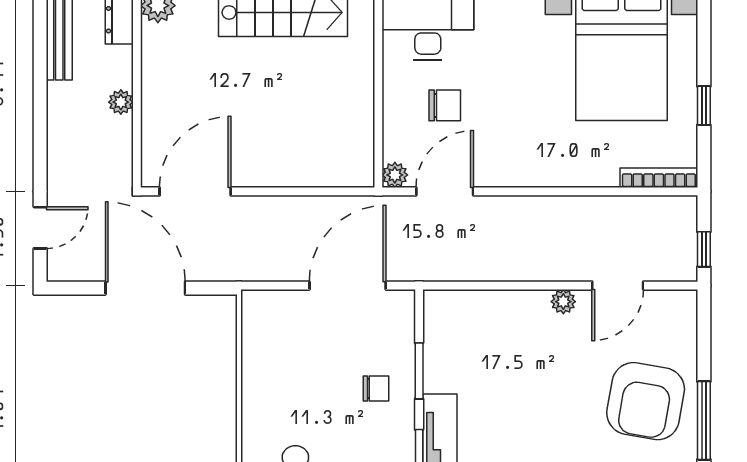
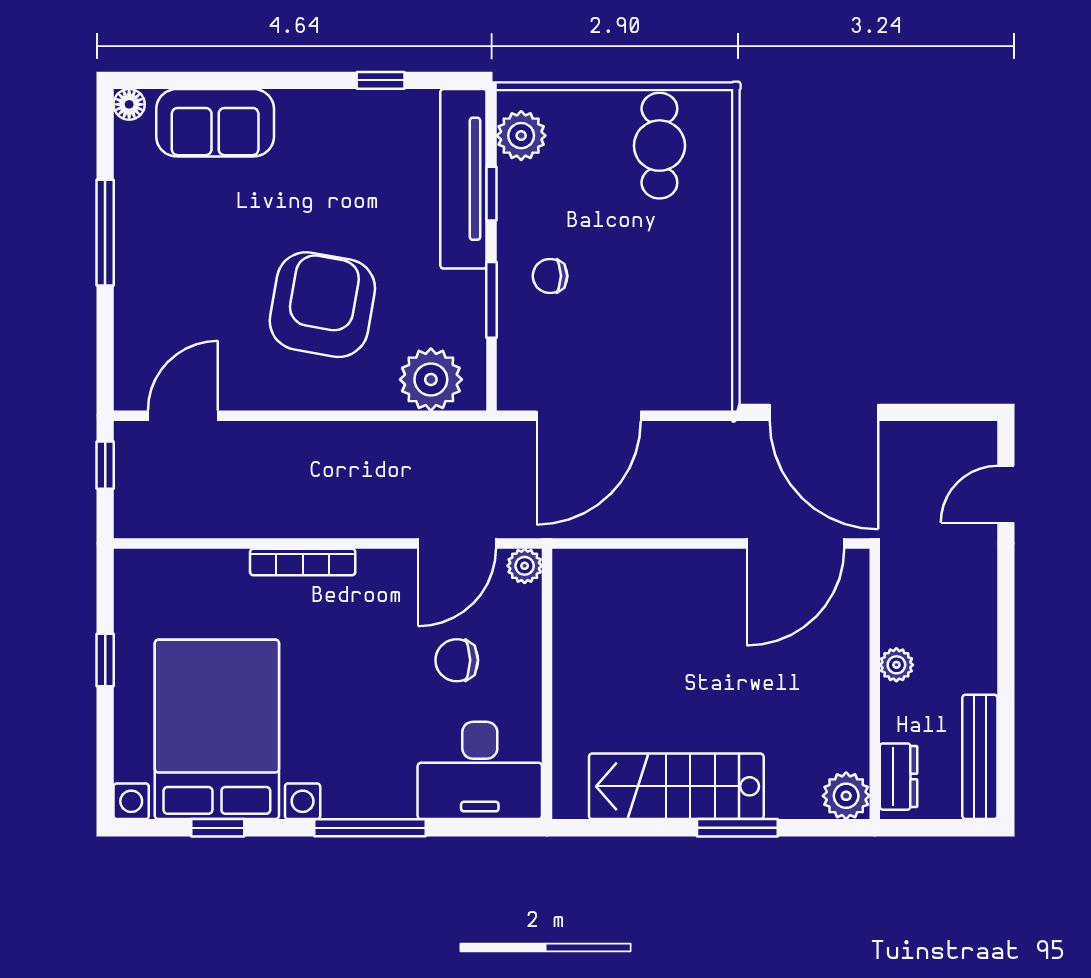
bookcase: (659, 178) -> (303, 562), moved
door: (618, 286) -> (183, 416), moved
door: (145, 288) -> (824, 412), moved
plant: (563, 302) -> (431, 379), moved, width x1.87, depth x1.87
armchair: (646, 401) -> (322, 305), moved

